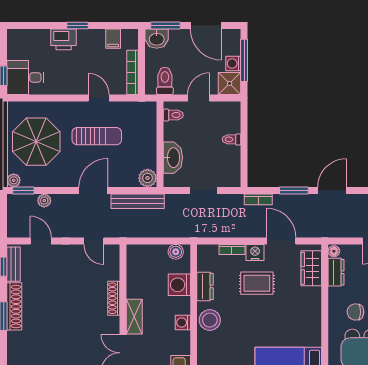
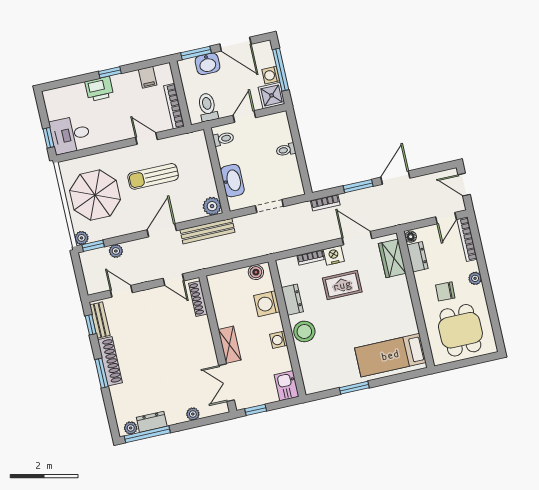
washbasin: (157, 39) -> (207, 64), moved
sun lounger: (97, 136) -> (153, 176), turned 180
shoe rack: (114, 298) -> (198, 299), moved

